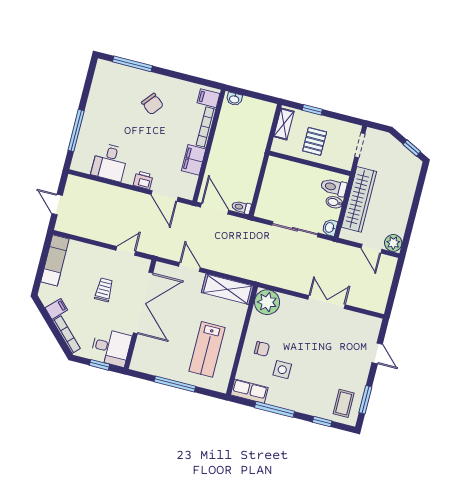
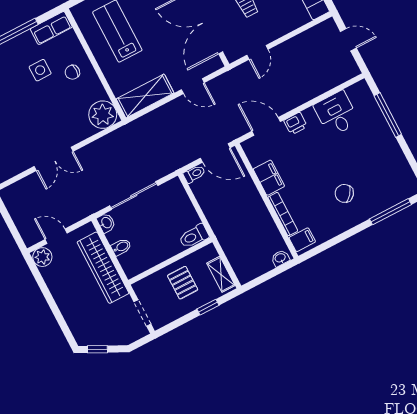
toilet: (334, 187) -> (194, 236), moved, turned 180

